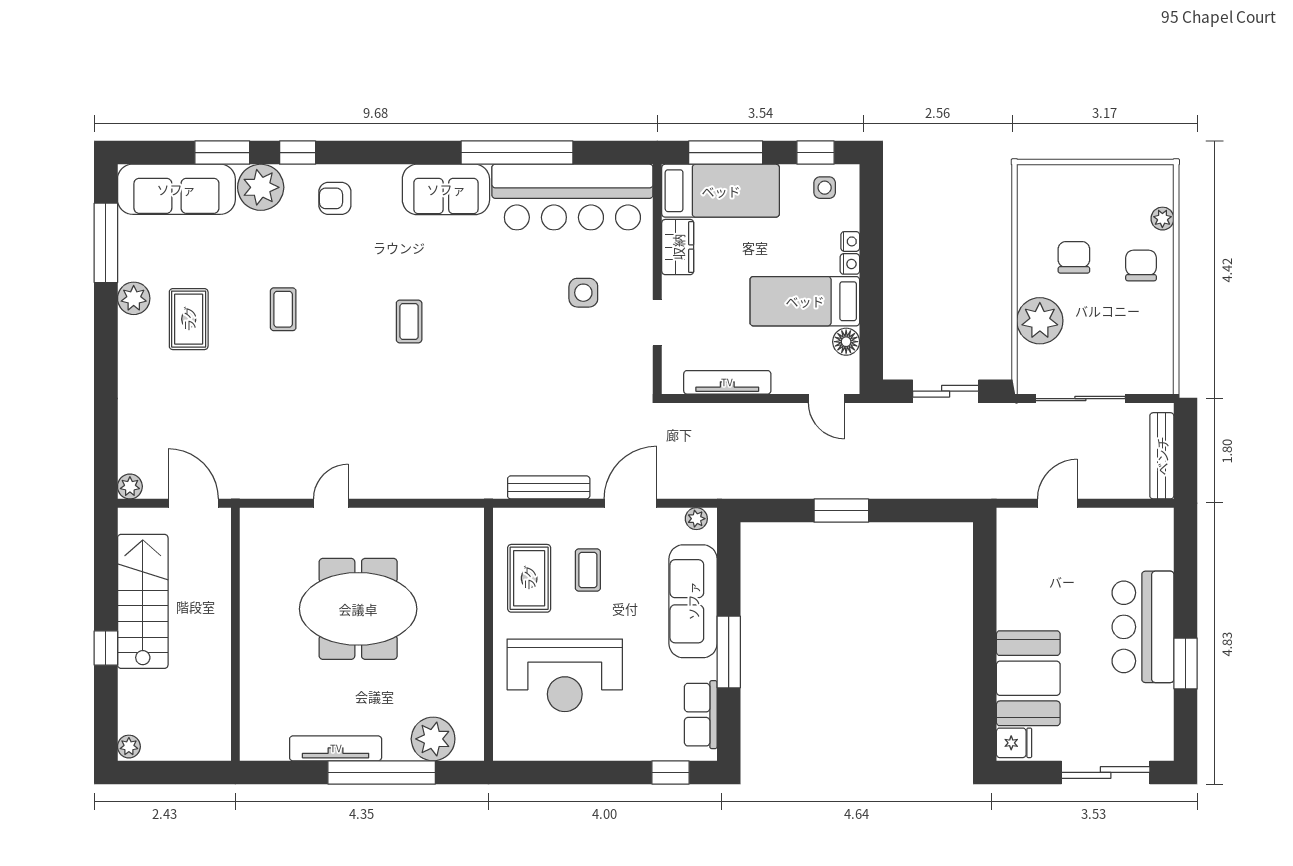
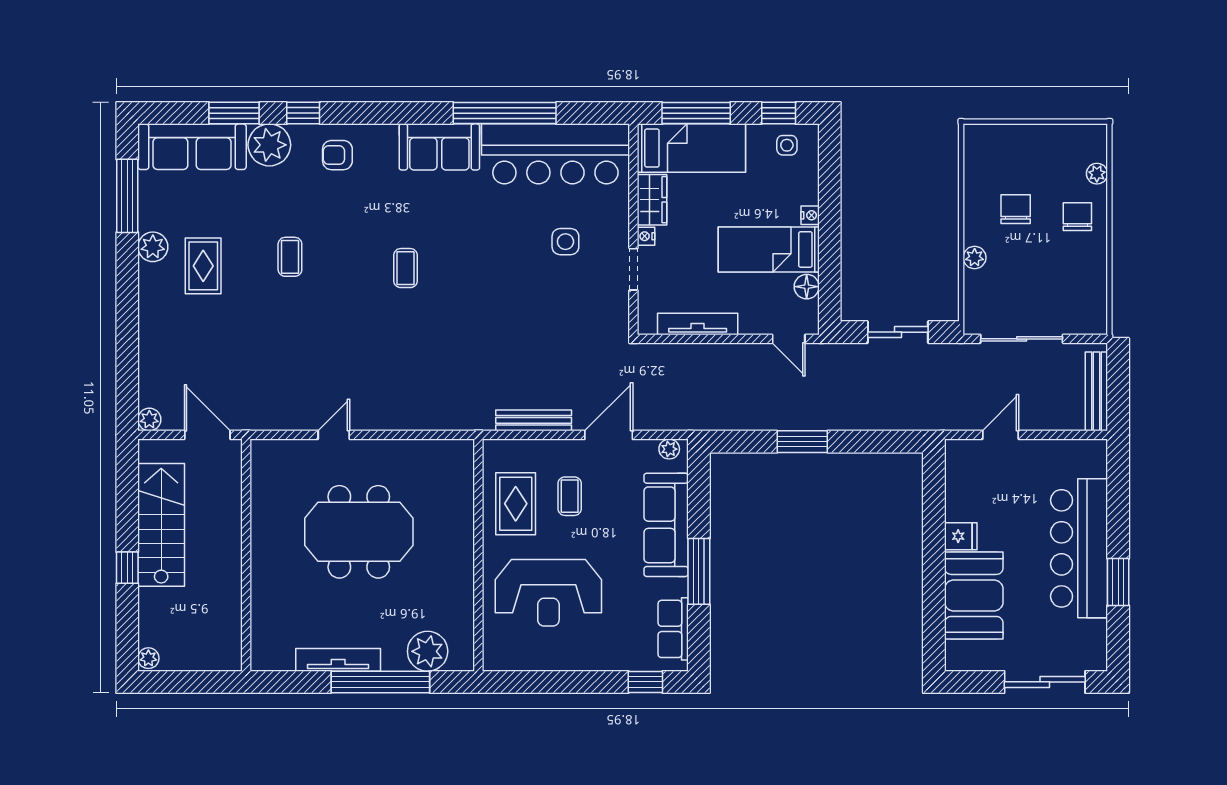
nightstand: (850, 241) -> (646, 236), moved, turned 180
plant: (1040, 321) -> (975, 257), width x0.53, depth x0.53
bar counter: (1143, 627) -> (1079, 548), width x1.36
fridge: (1014, 743) -> (961, 536), moved

